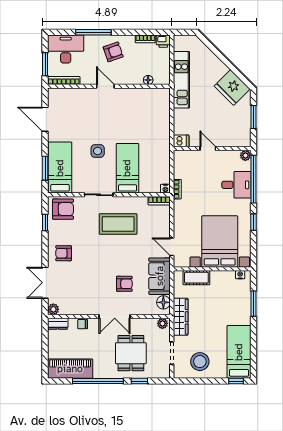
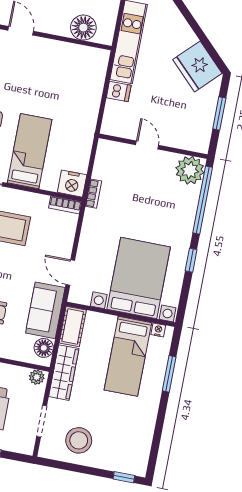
floor lamp: (148, 80) -> (83, 28), width x1.89, depth x1.89
dishwasher: (181, 141) -> (119, 91), moved
plant: (245, 155) -> (190, 170), width x1.88, depth x1.88
desk: (236, 185) -> (177, 203), removed
nightstand: (165, 189) -> (72, 184), width x1.89, depth x1.79
cot: (196, 278) -> (73, 327), moved, turned 90
bed: (239, 352) -> (128, 356), moved, turned 180

